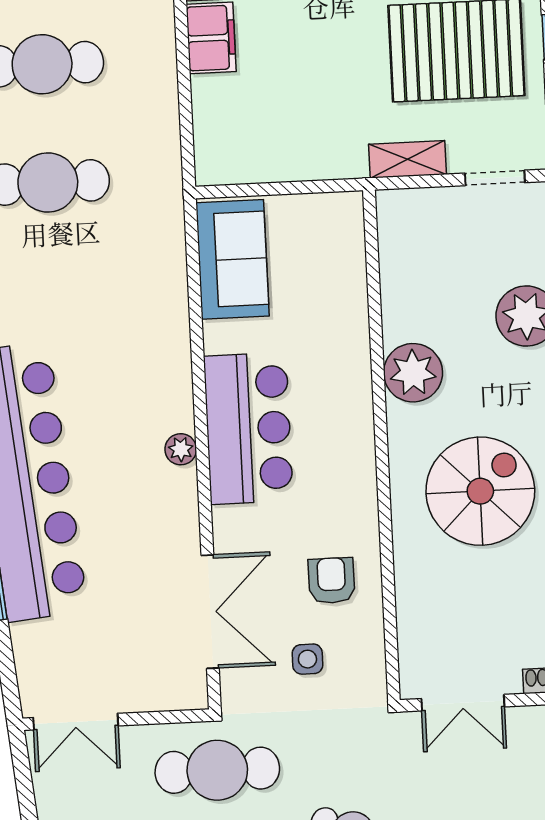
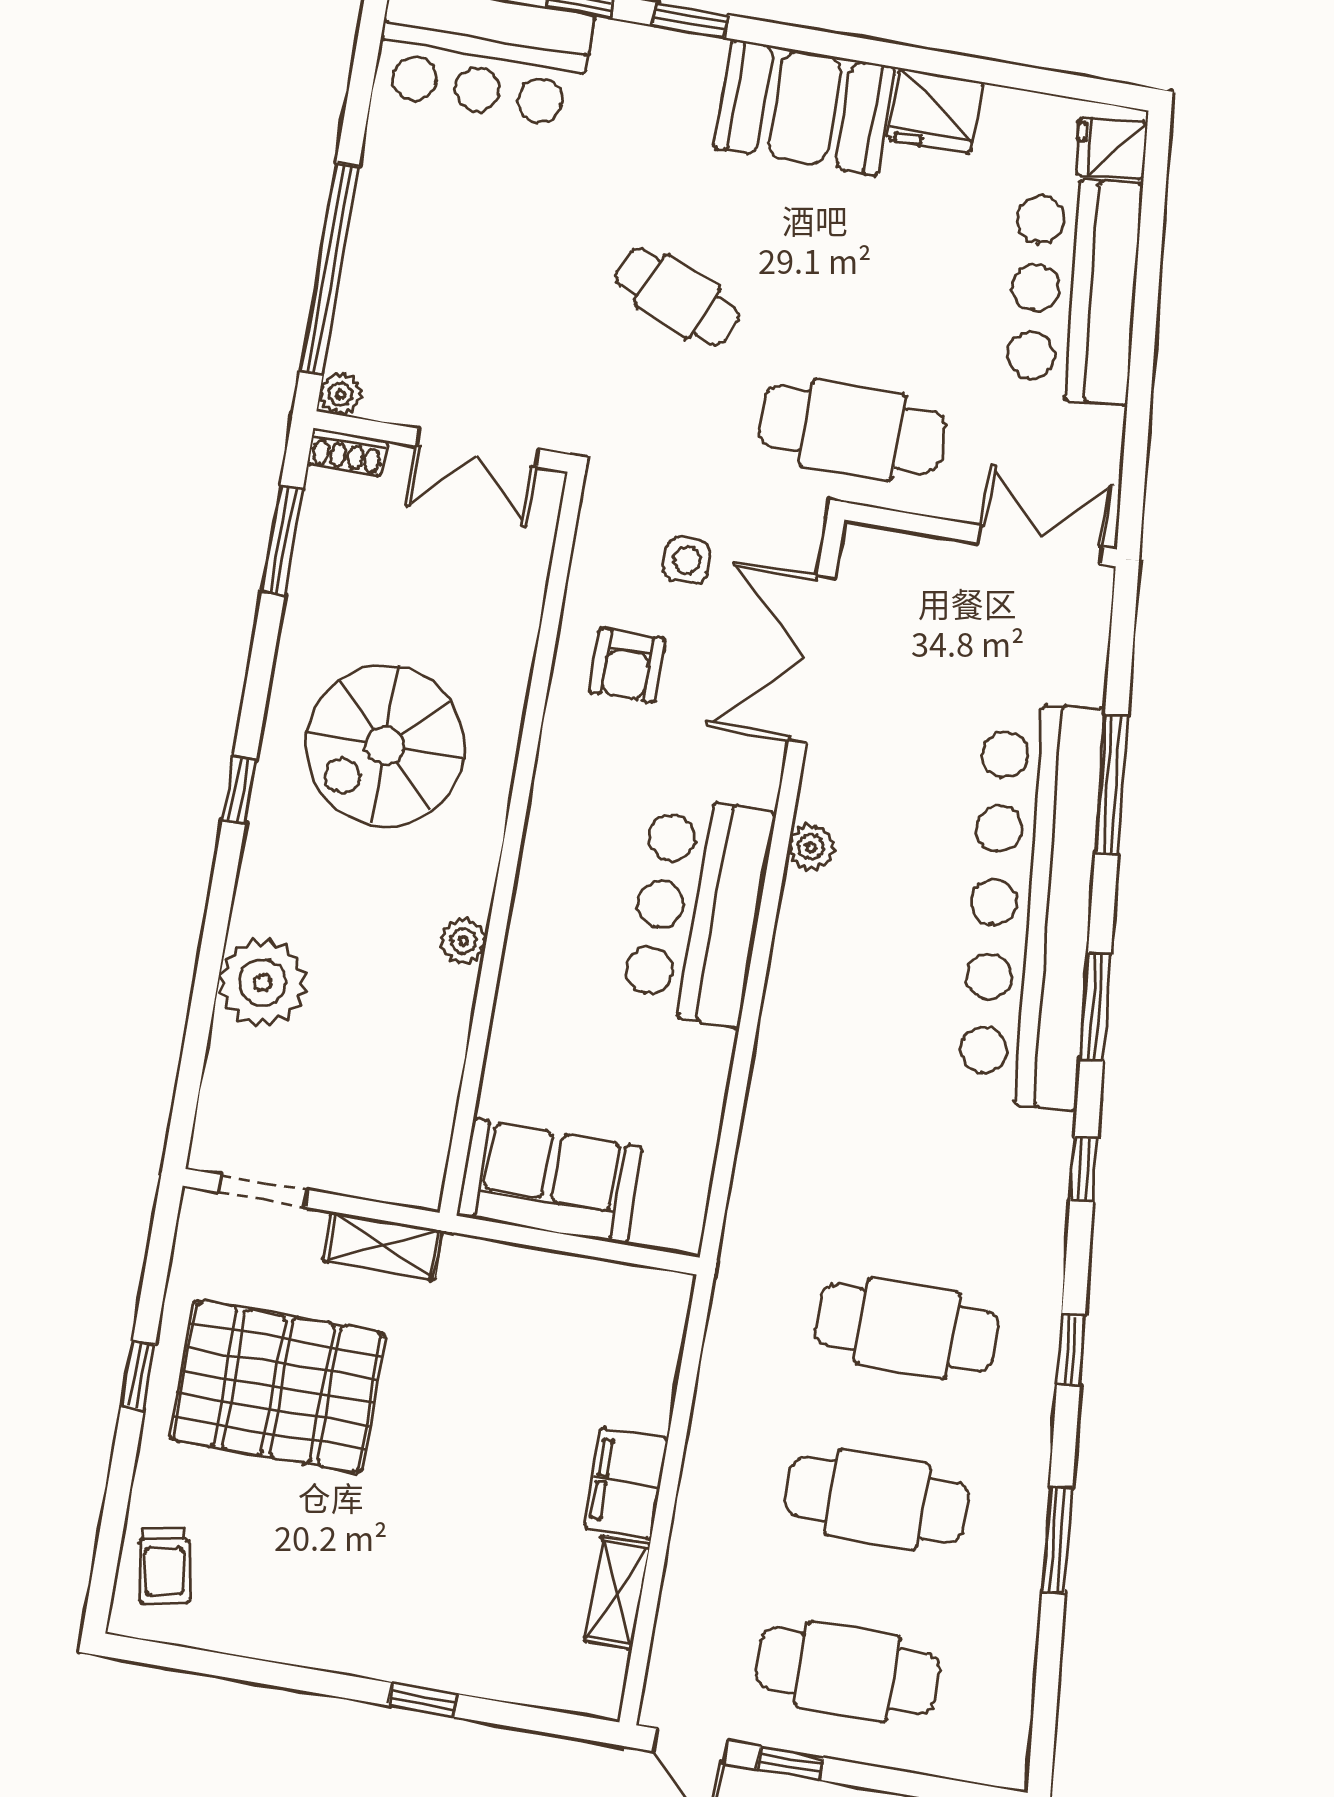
sofa: (232, 259) -> (550, 1181), moved, turned 90
plant: (413, 373) -> (463, 941), width x0.53, depth x0.53
plant: (181, 449) -> (811, 847), moved
double door: (463, 703) -> (478, 448), swing flipped

